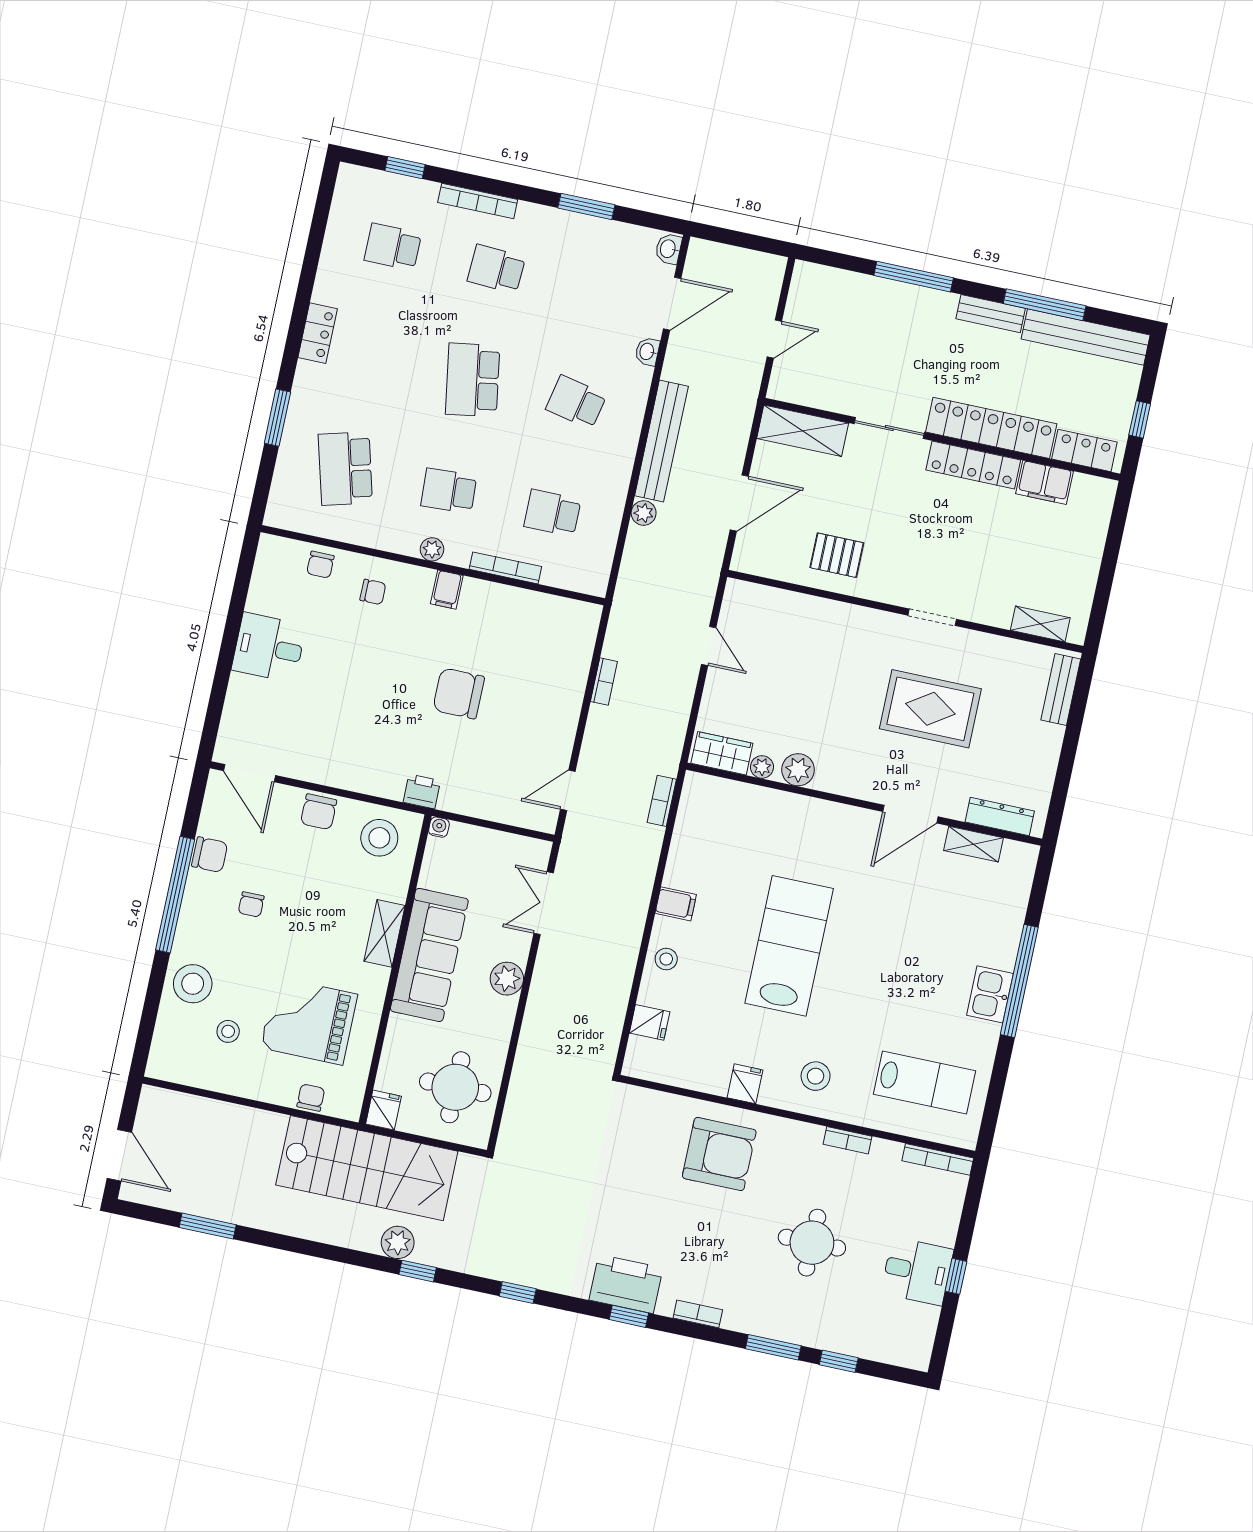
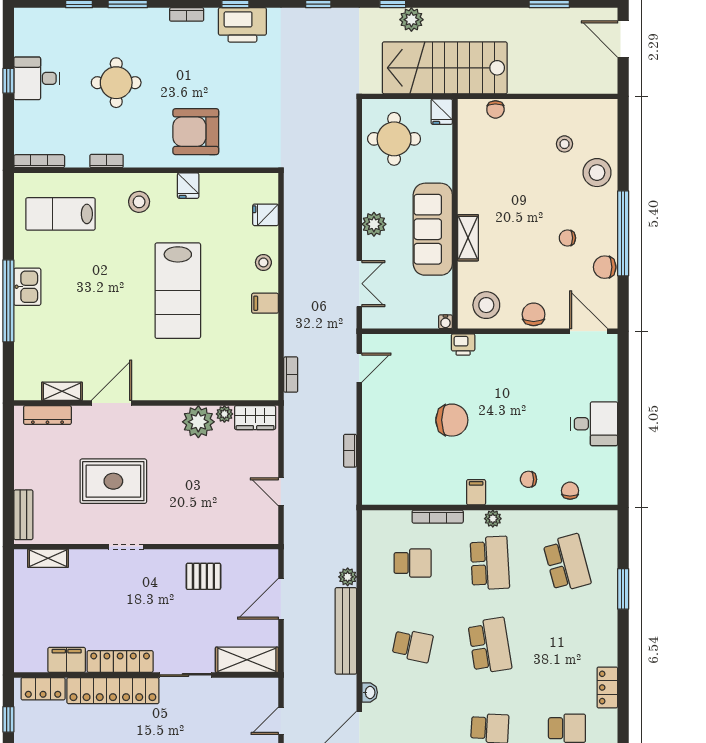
locker: (318, 333) -> (607, 687), moved
school desk: (449, 491) -> (490, 563), width x1.85
plant: (798, 770) -> (198, 422), width x1.36, depth x1.36
chair: (251, 904) -> (567, 238), turned -90
grand piano: (309, 1021) -> (508, 164), removed

